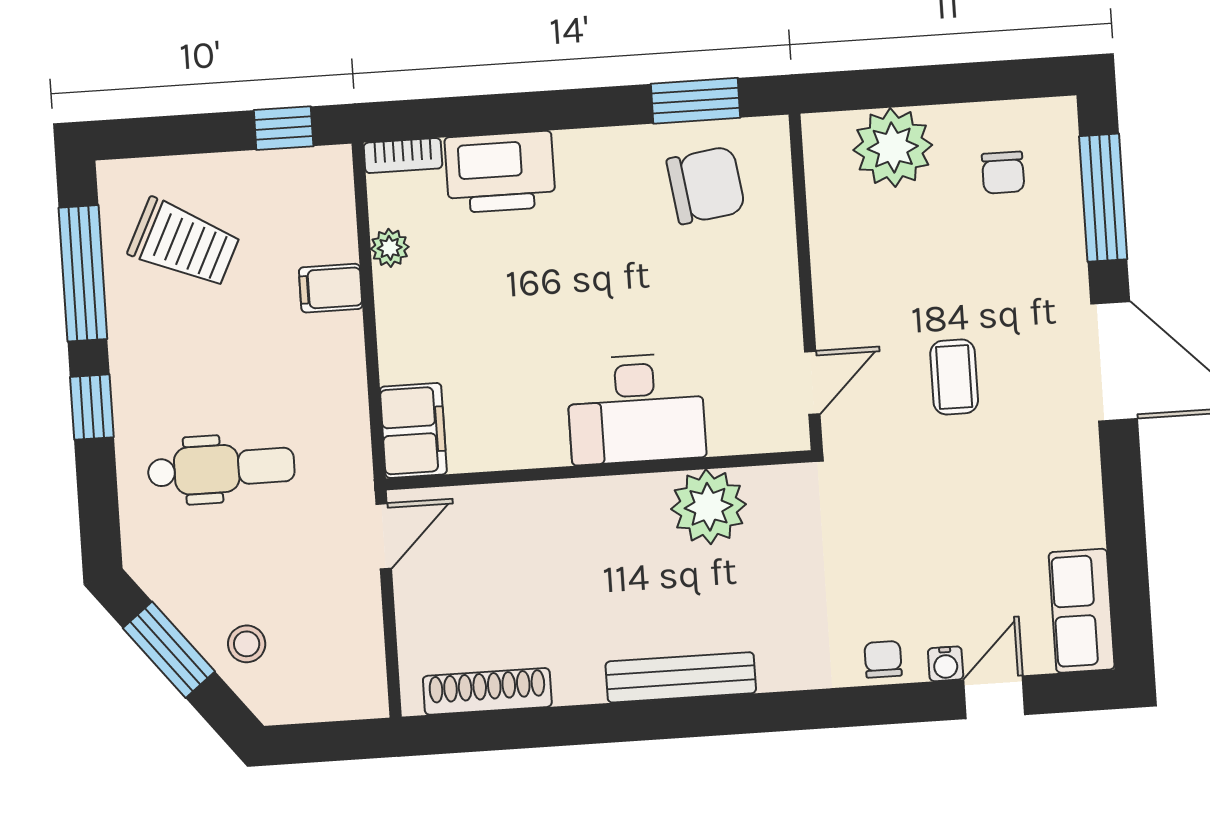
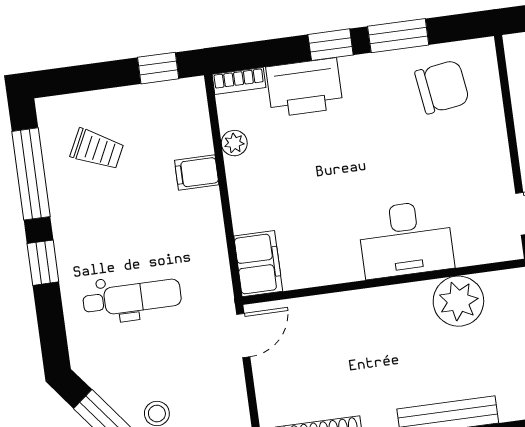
window: (695, 101) -> (398, 36), moved
window: (544, 111) -> (331, 45), added
trolley: (184, 243) -> (97, 149), width x0.73, depth x0.72

